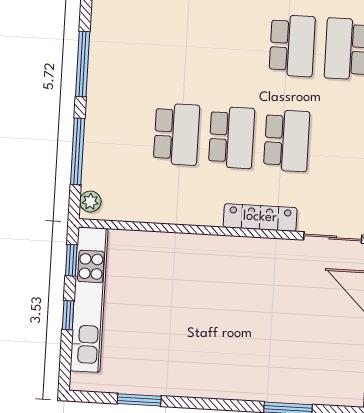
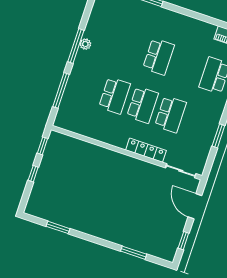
school desk: (292, 46) -> (159, 57), moved
plant: (90, 202) -> (85, 44), moved
kitchen unit: (89, 300) -> (46, 169), removed

